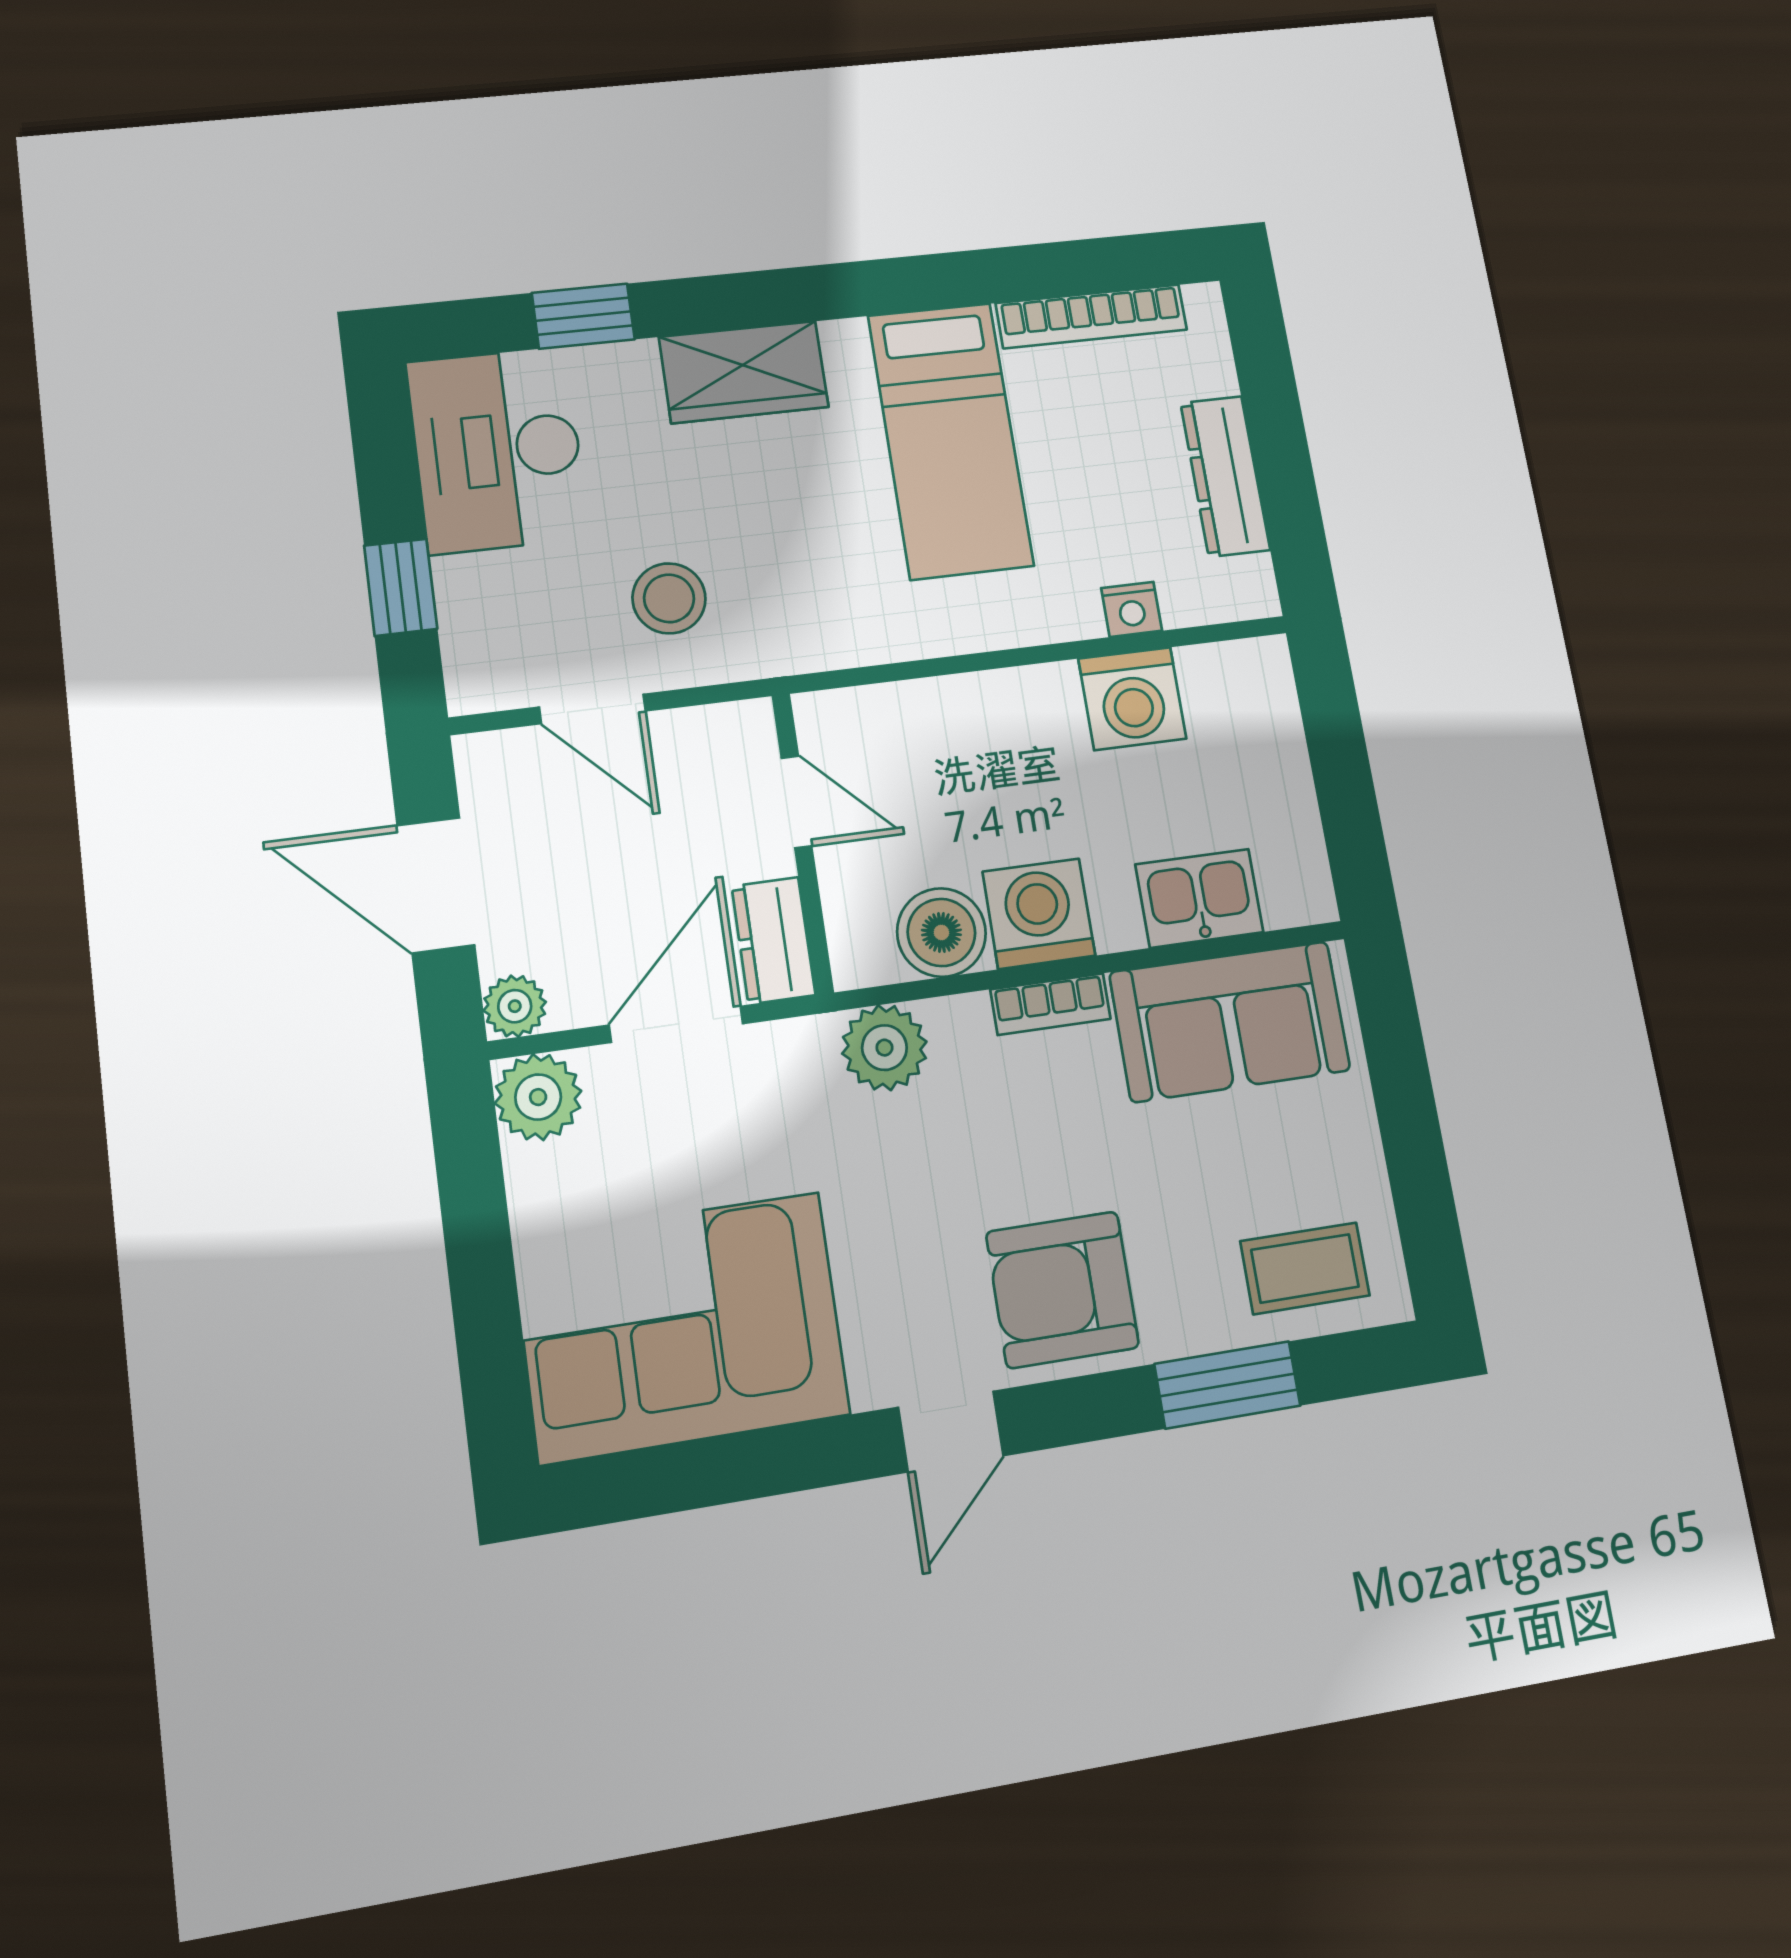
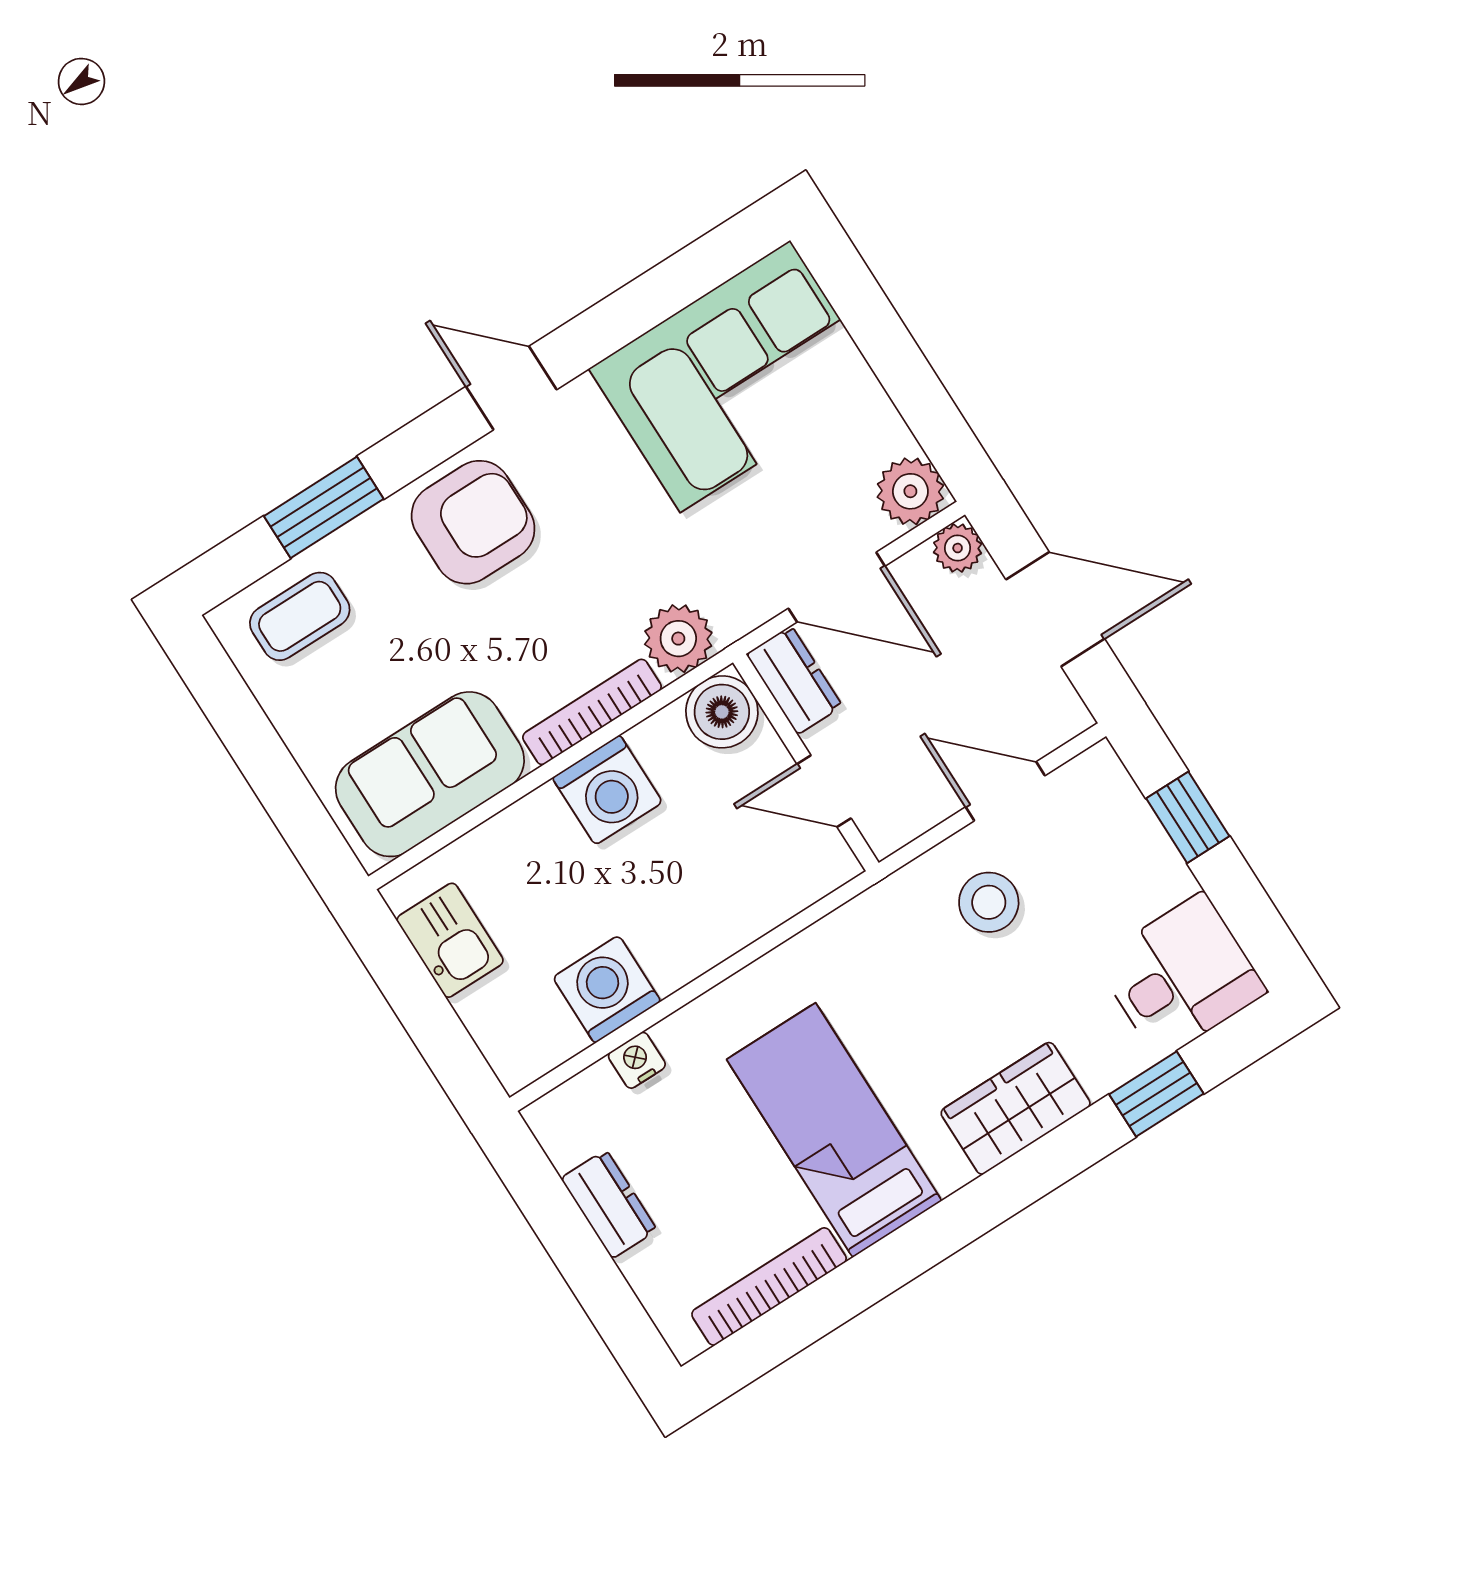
desk: (498, 450) -> (1181, 976), width x0.73
dresser: (1225, 476) -> (609, 1204), width x0.70
kitchen sink: (1199, 898) -> (450, 940), moved, turned -90
boiler: (941, 932) -> (722, 712), moved
bookcase: (1050, 1004) -> (592, 712), width x1.56
door: (676, 1024) -> (837, 587), hinge flipped
door: (951, 1431) -> (511, 388), hinge flipped

